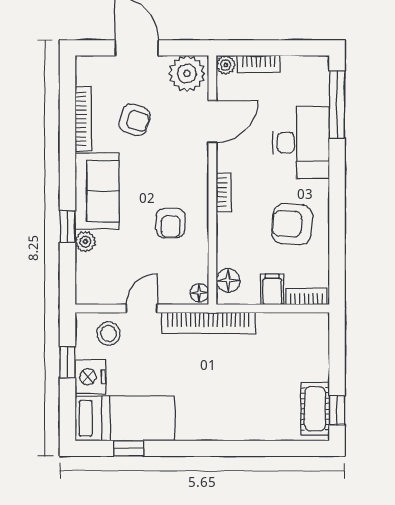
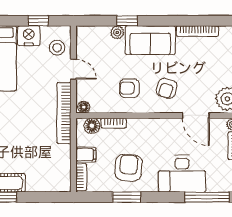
armchair: (135, 120) -> (167, 88), moved
bookcase: (224, 192) -> (114, 123), moved
window: (337, 227) -> (127, 197), added

